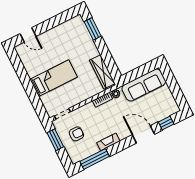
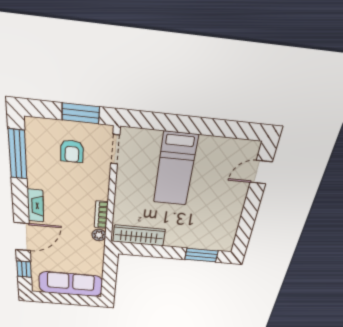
sofa: (144, 85) -> (71, 284), moved, turned 90
fireplace: (108, 142) -> (35, 206), moved

